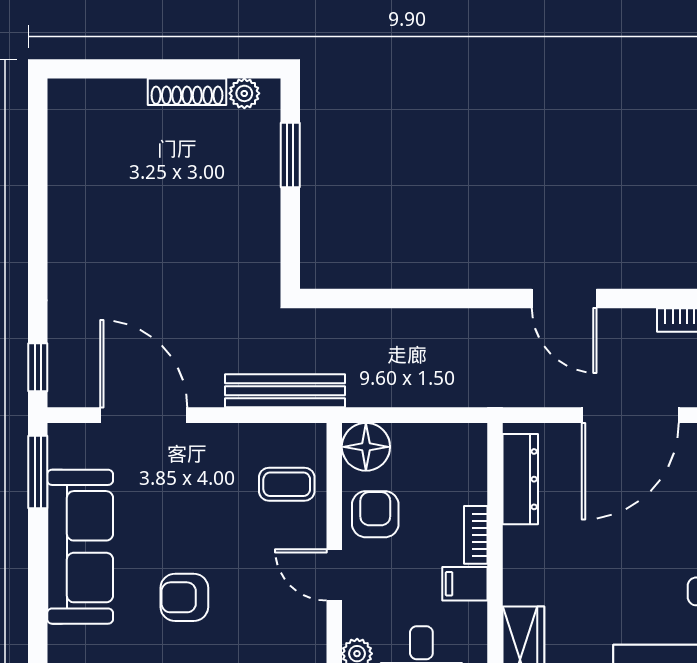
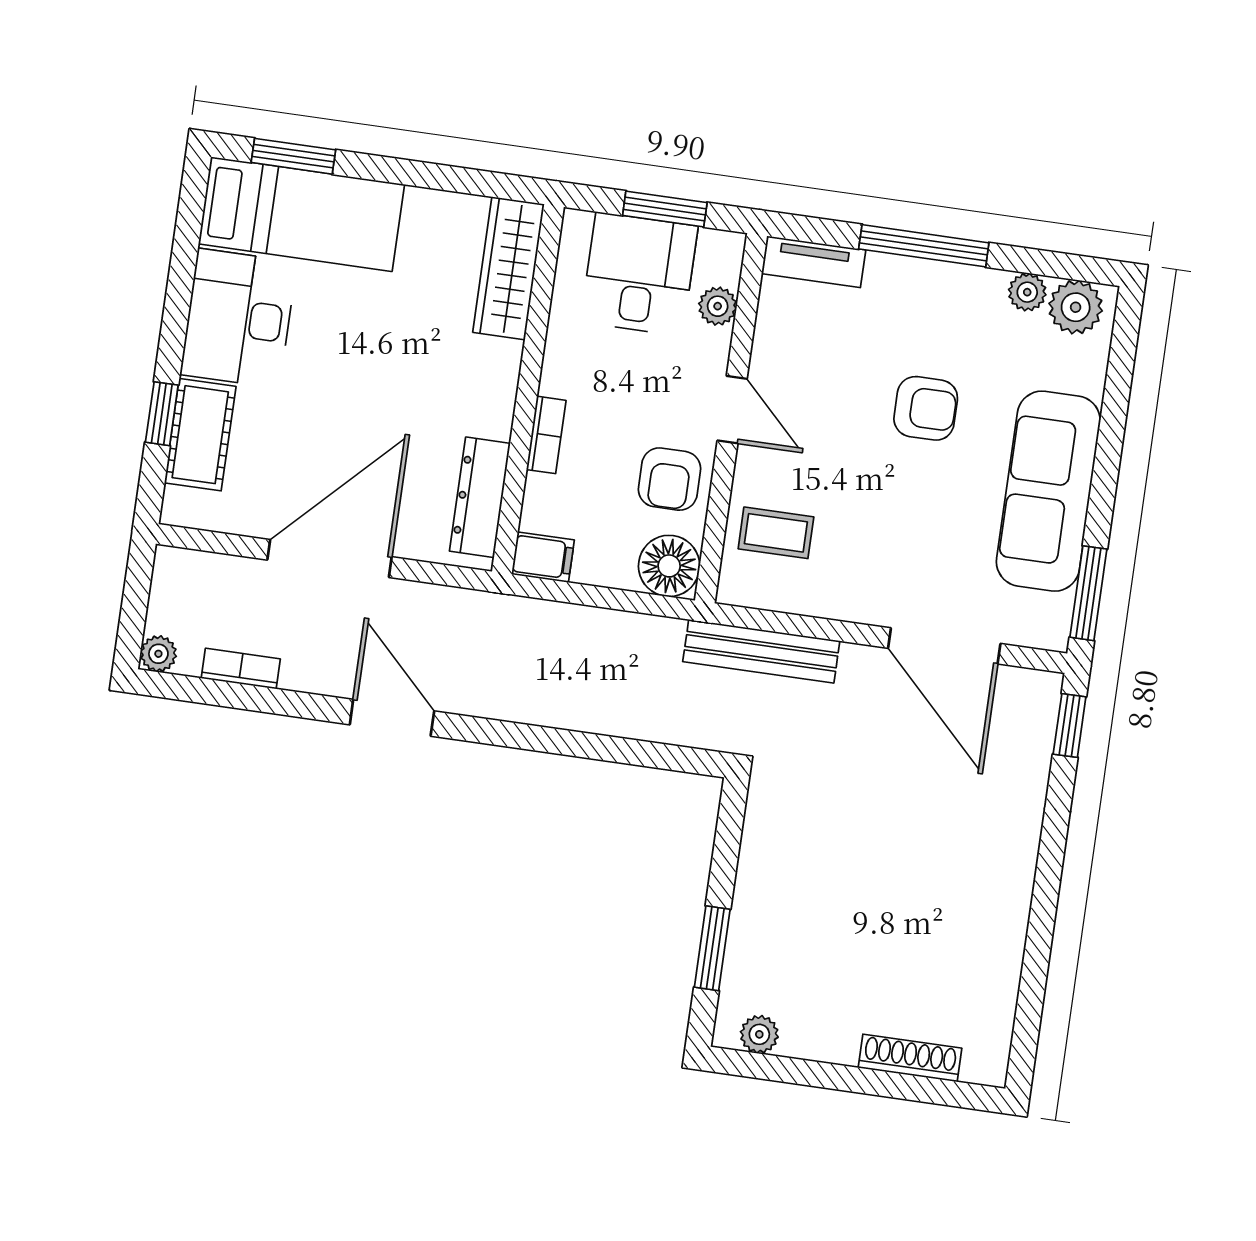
shoe rack: (187, 92) -> (910, 1058), moved
filing cabinet: (465, 584) -> (543, 557), moved

